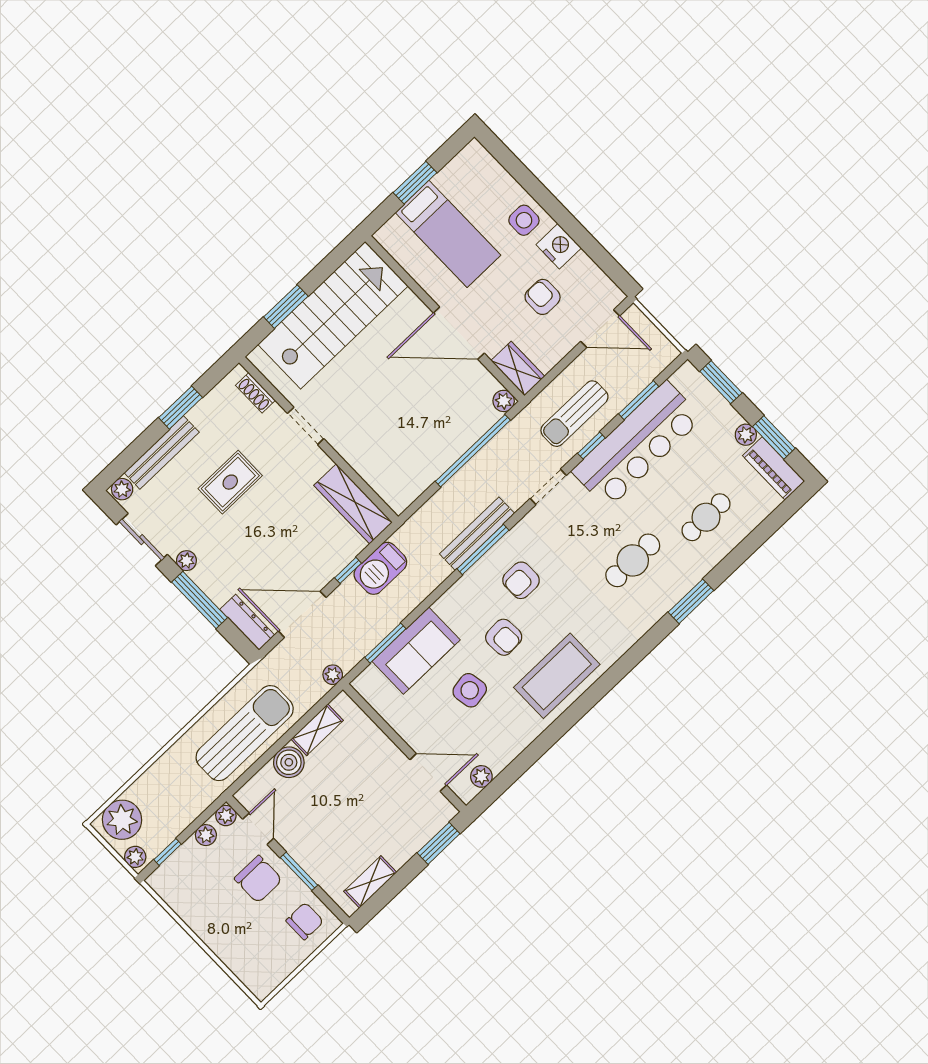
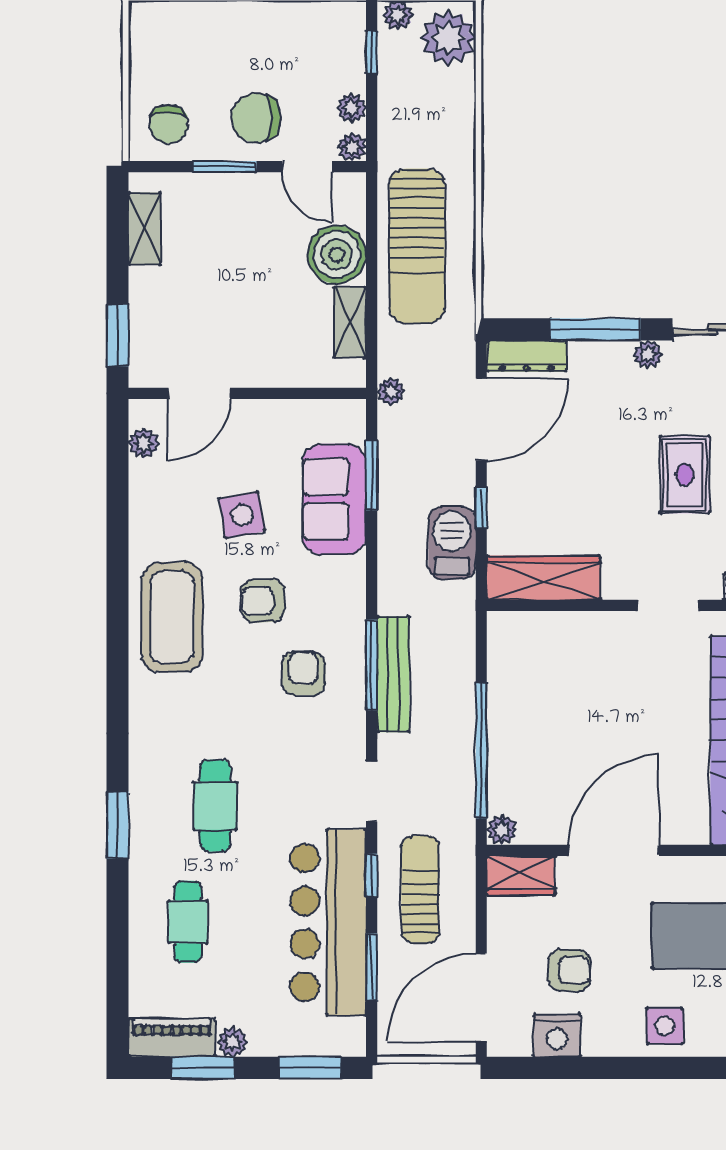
nightstand: (559, 246) -> (557, 1036), moved
door: (600, 329) -> (481, 998), width x1.36
boiler: (289, 762) -> (337, 254), width x1.37, depth x1.37

